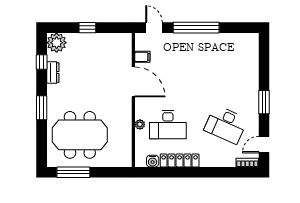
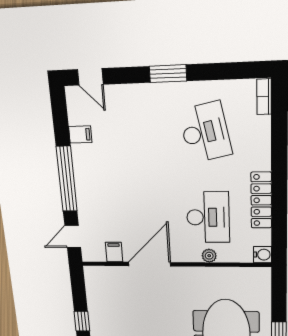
filing cabinet: (227, 40) -> (80, 134), added
desk: (226, 125) -> (205, 132), turned -36
door: (264, 145) -> (90, 77), moved
water cooler: (153, 161) -> (262, 255), moved

